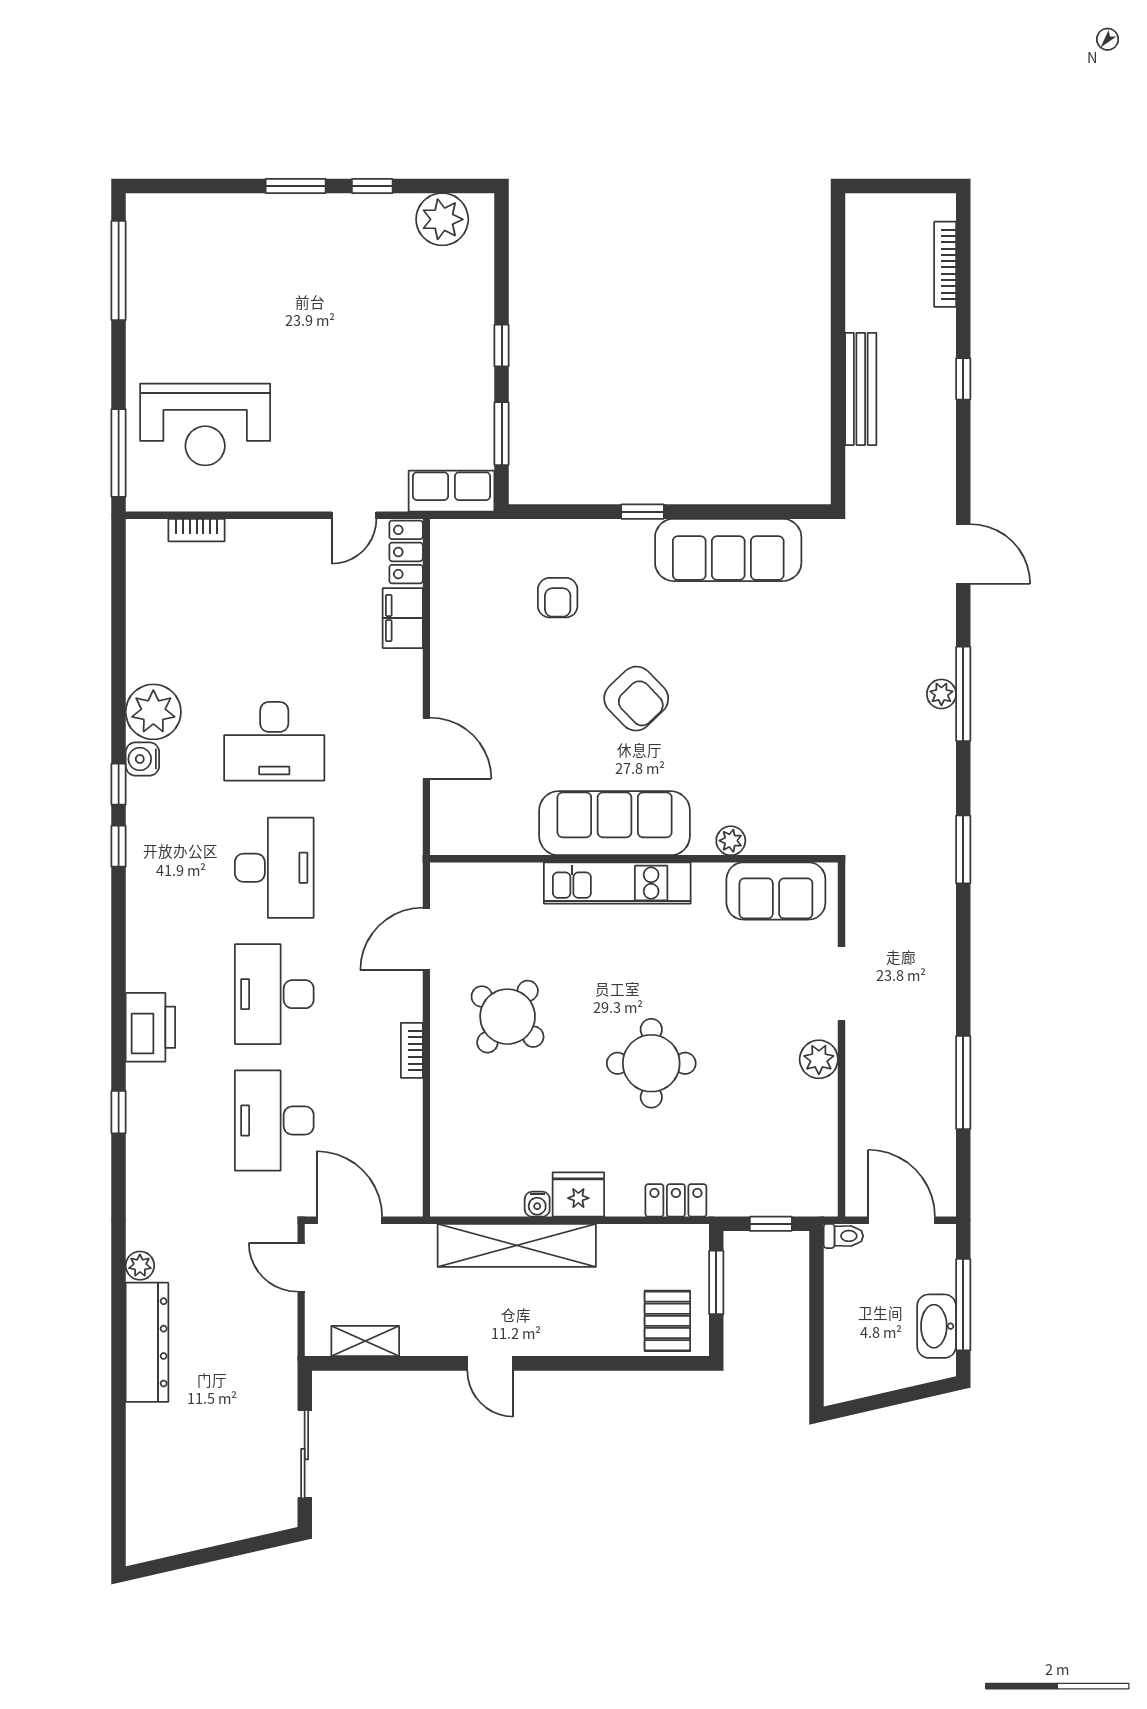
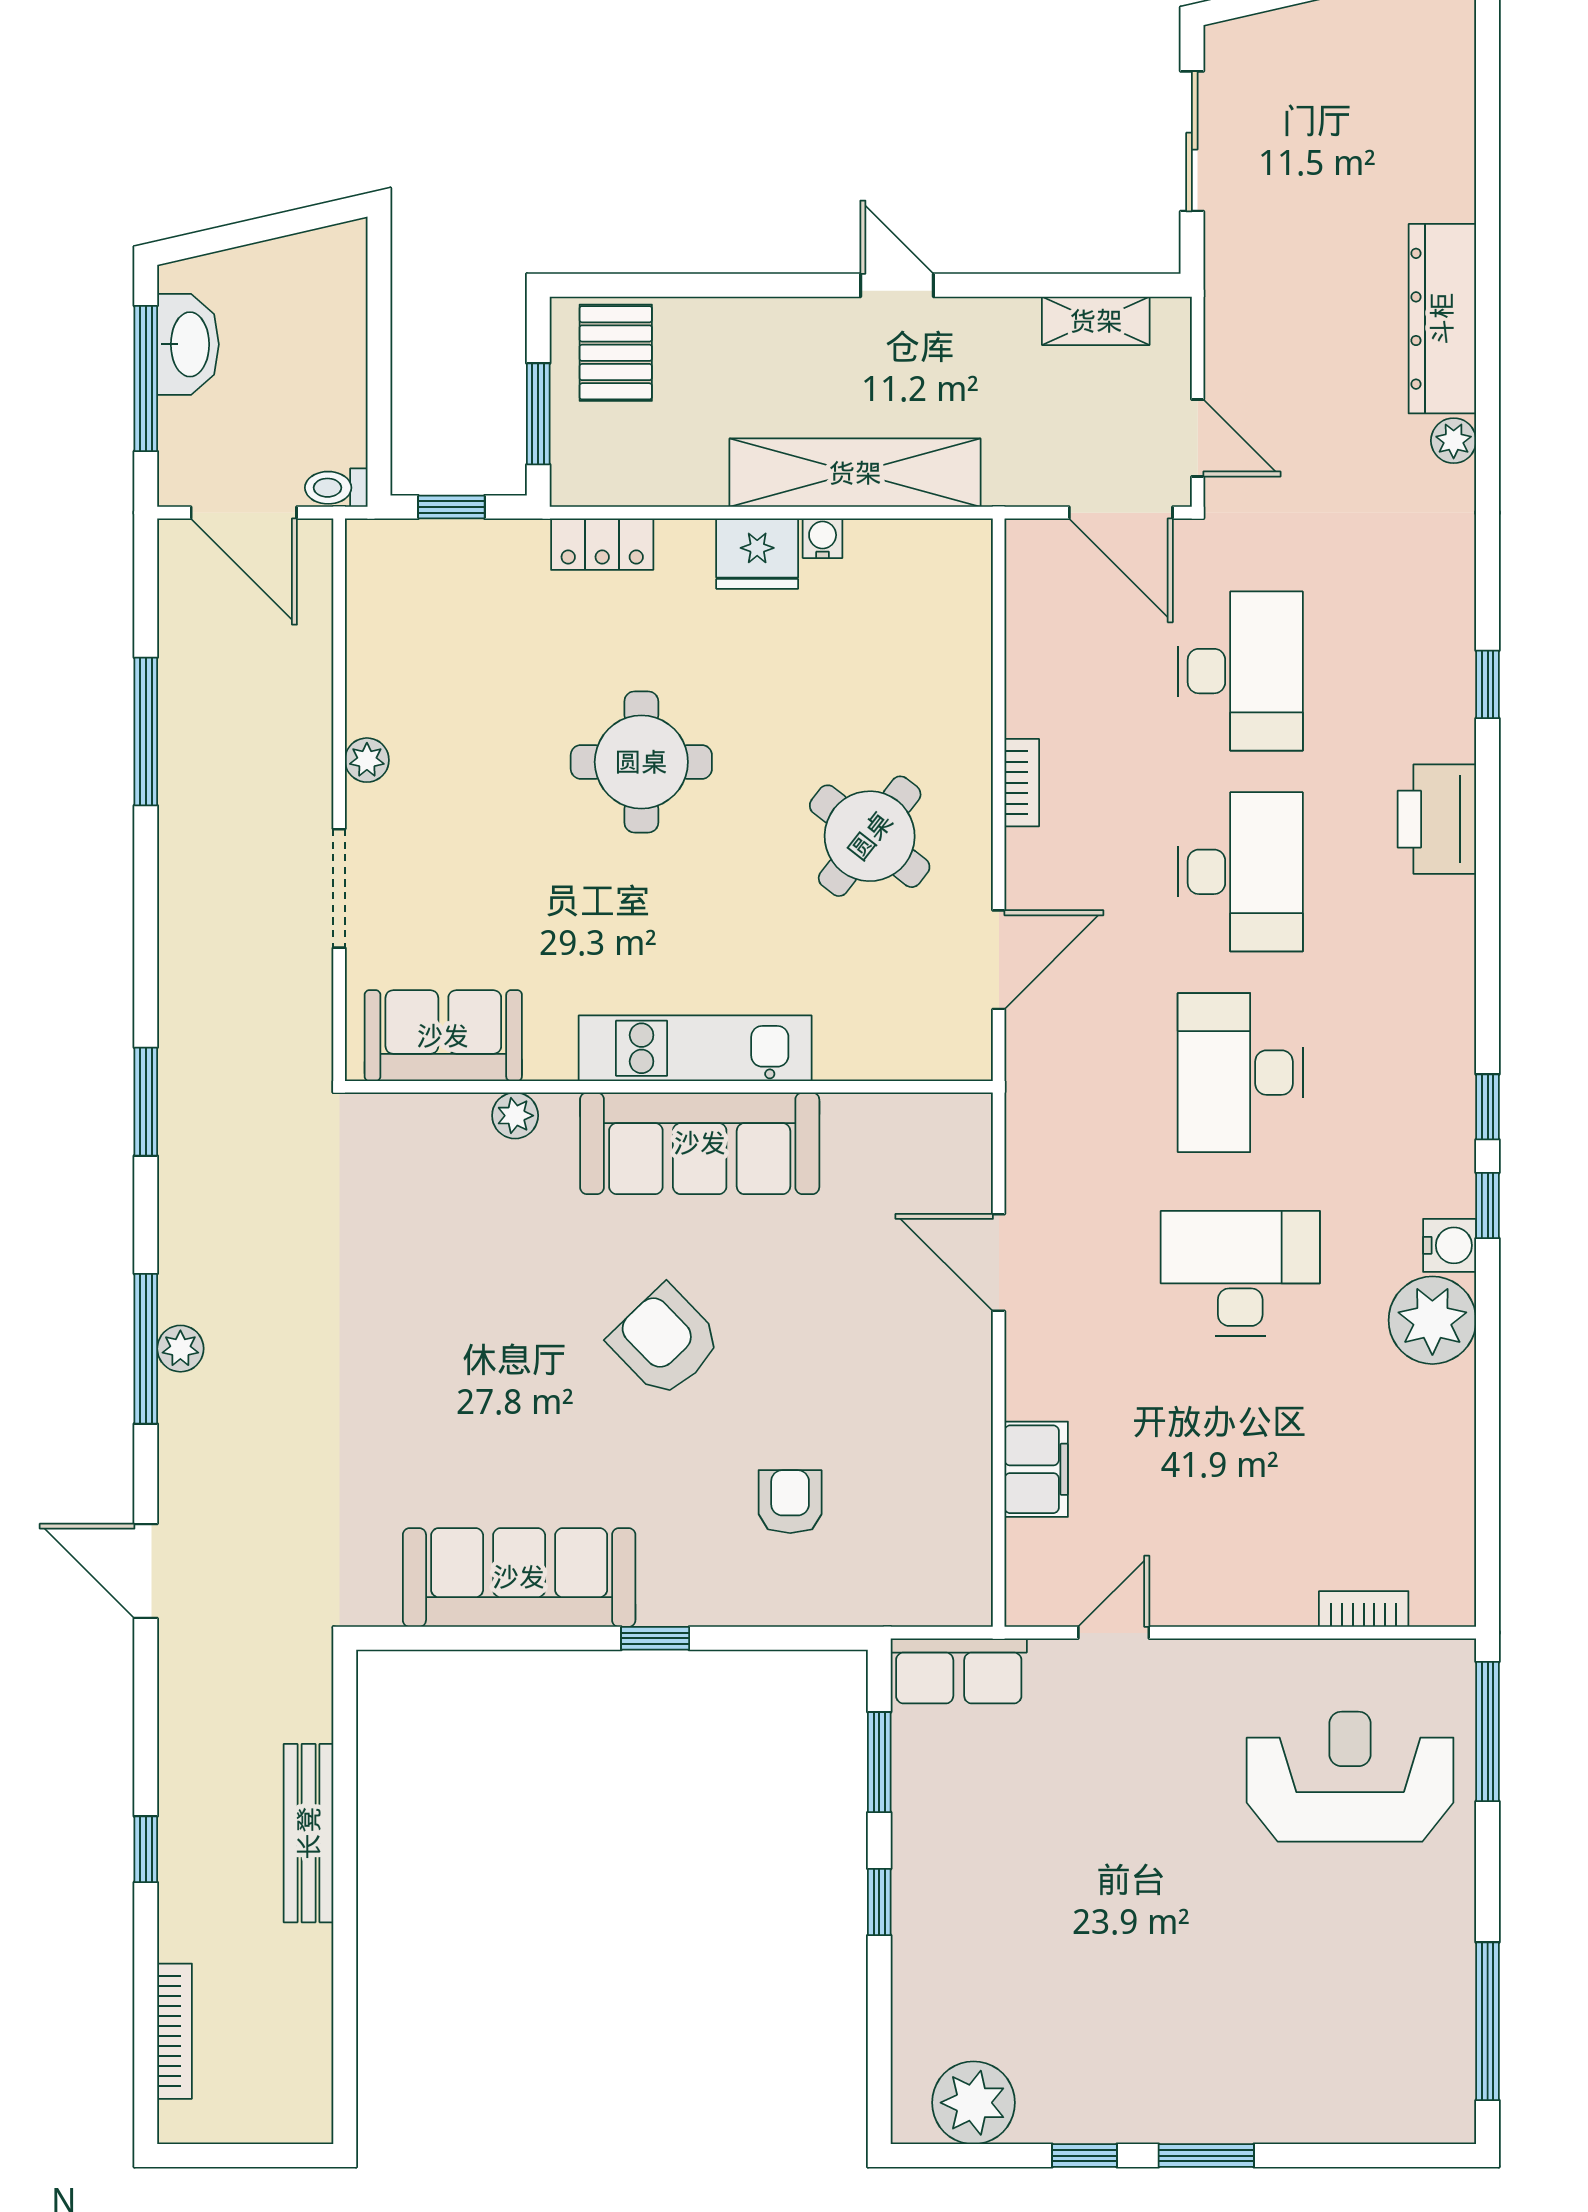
locker: (406, 552) -> (1031, 1574), removed
plant: (819, 1059) -> (367, 760), width x0.73, depth x0.73

